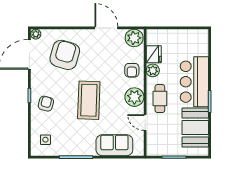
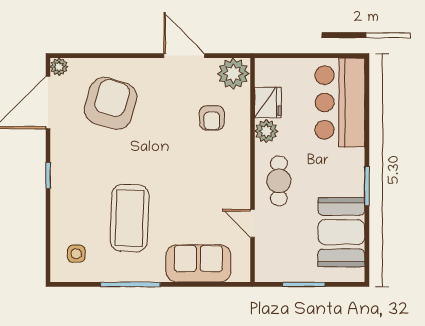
armchair: (132, 70) -> (212, 118), moved
bar counter: (194, 82) -> (340, 102), moved
plant: (134, 97) -> (234, 178), removed
coffee table: (89, 100) -> (130, 218), moved
armchair: (46, 104) -> (77, 190), removed

